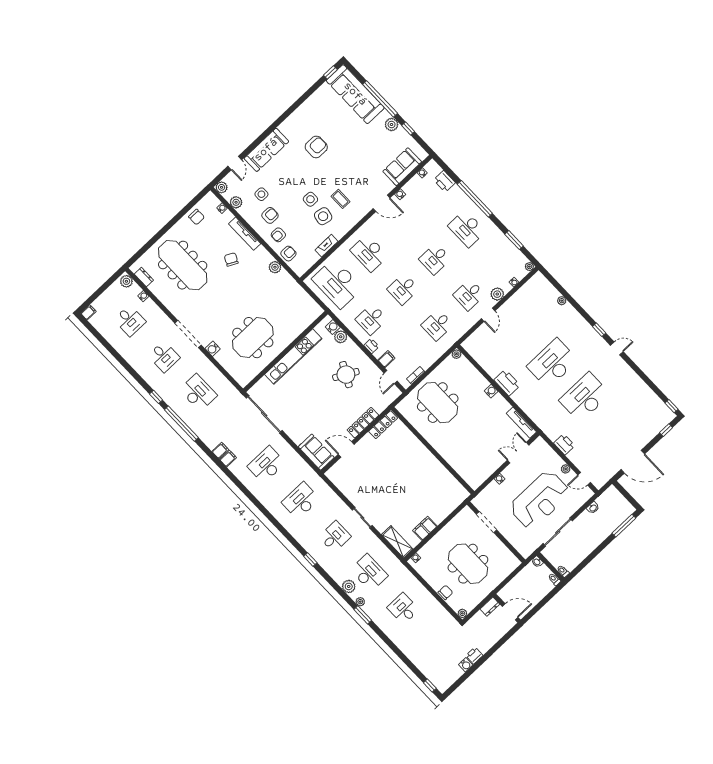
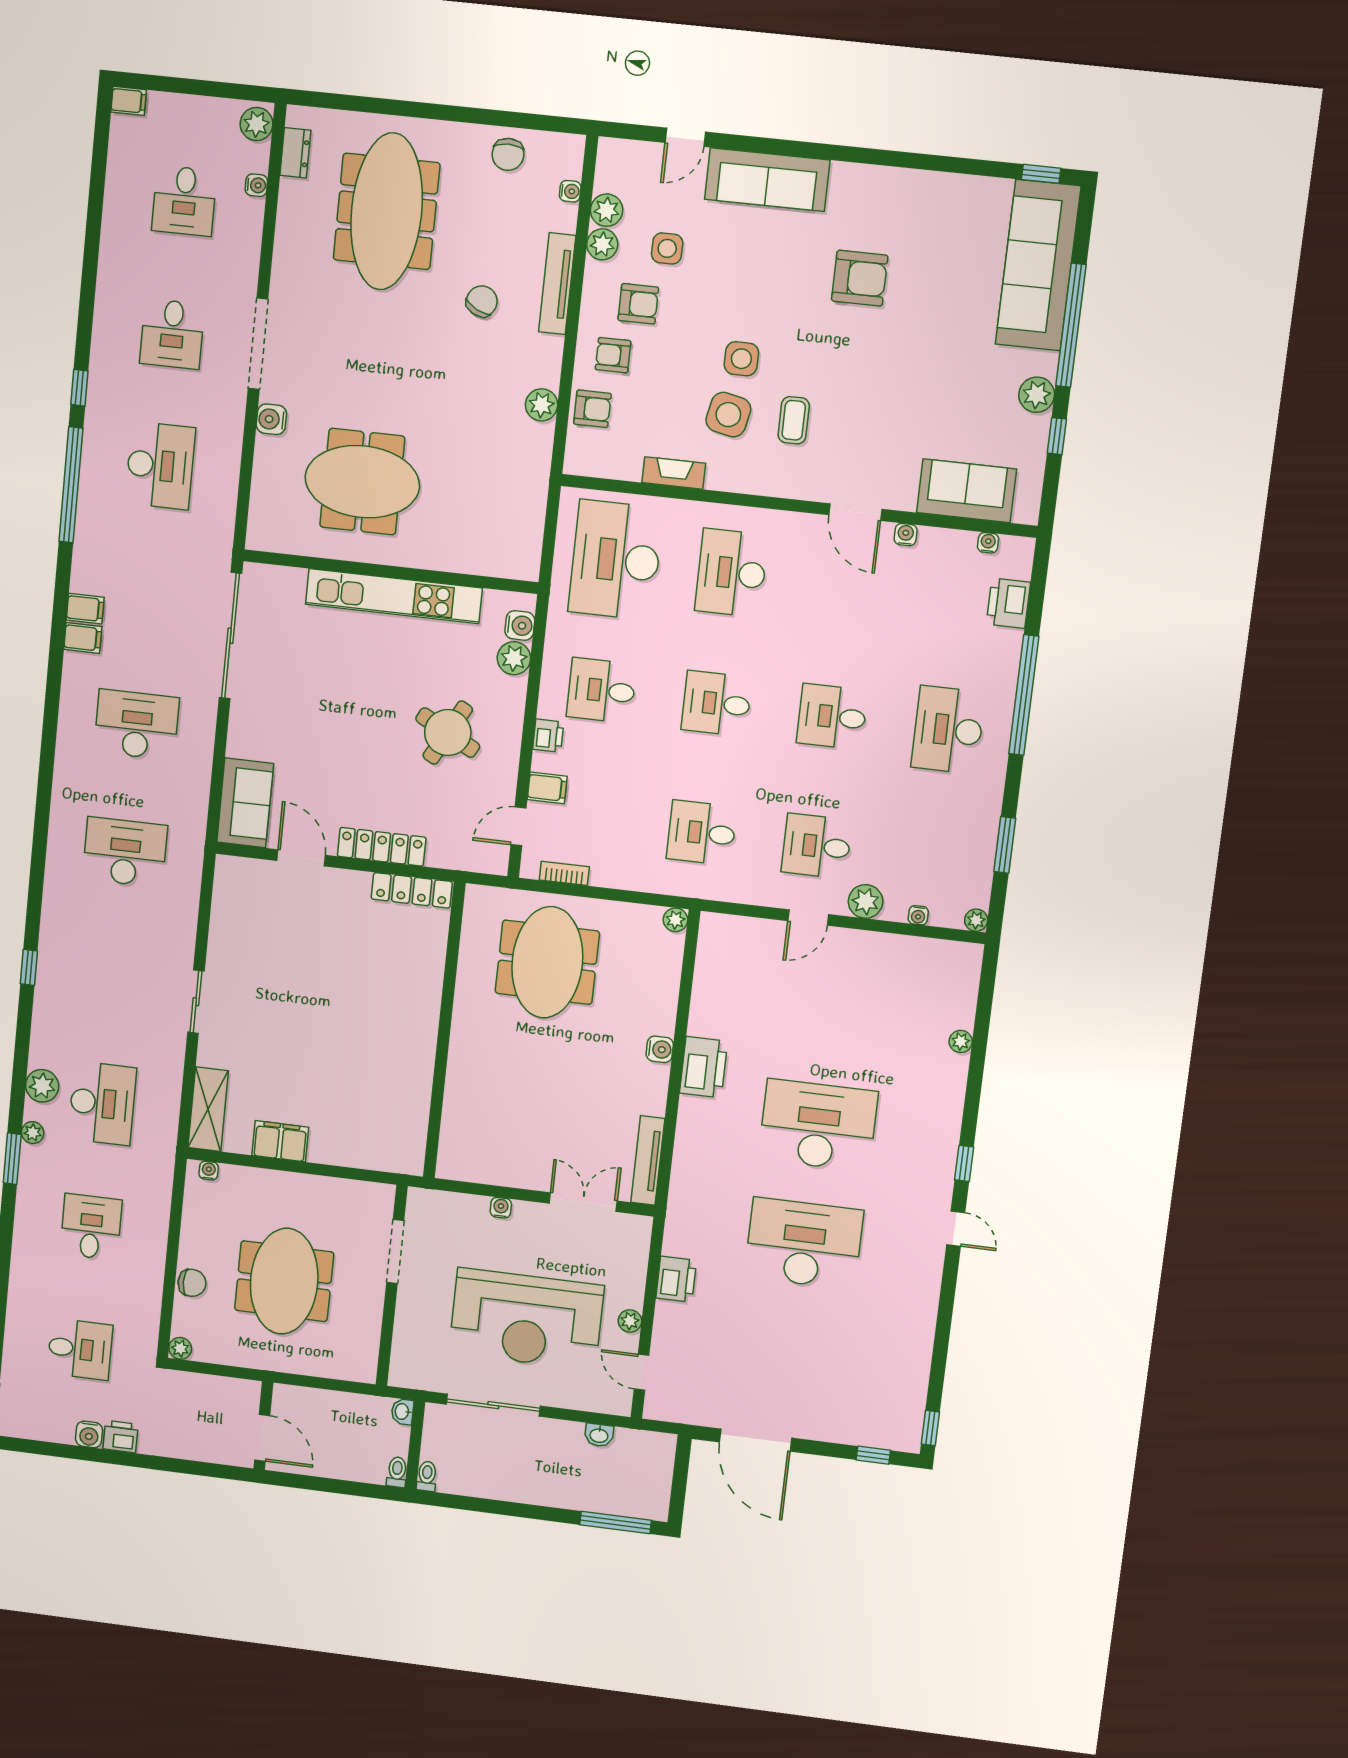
plant: (222, 187) -> (602, 244), moved
desk: (335, 537) -> (80, 1349), moved
dresser: (490, 607) -> (238, 1391), removed

